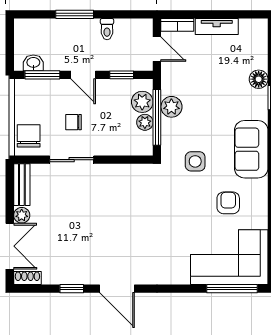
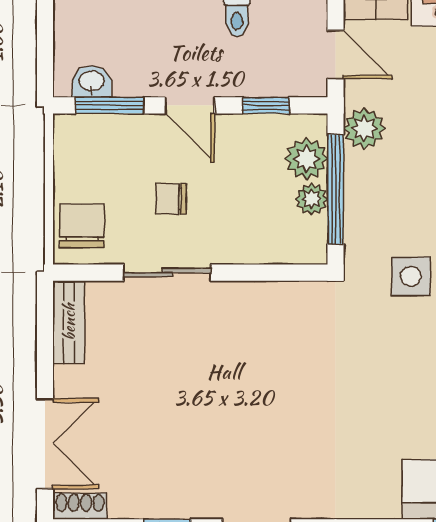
plant: (171, 107) -> (364, 129), moved
plant: (22, 215) -> (69, 382), removed

